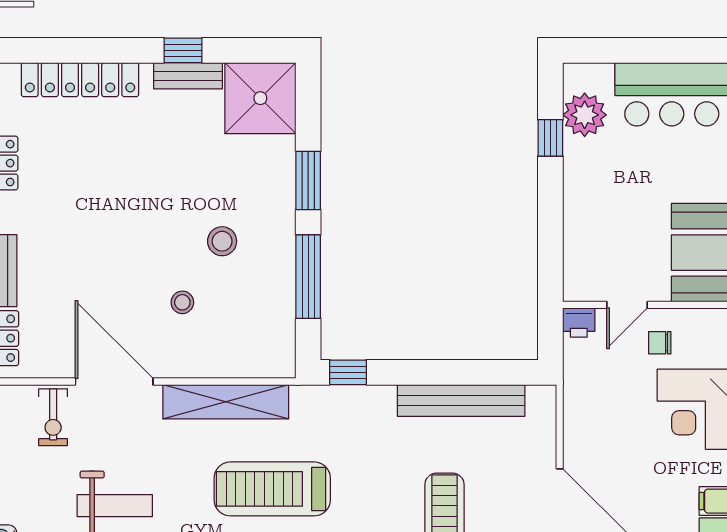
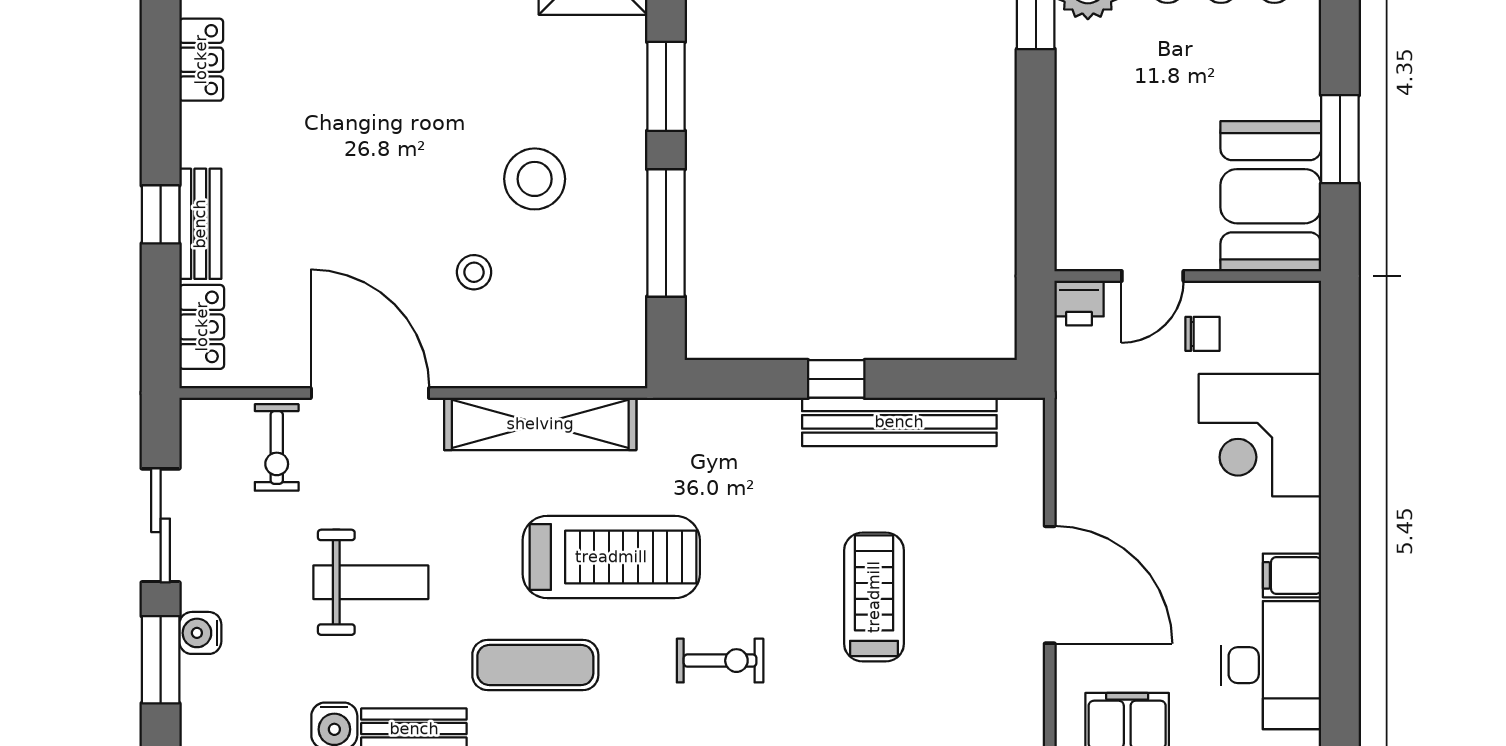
stool: (222, 241) -> (535, 179), width x1.38, depth x1.38
chair: (660, 343) -> (1203, 334), turned 180
window: (348, 372) -> (836, 379), moved
treadmill: (272, 489) -> (611, 557), turned 180

